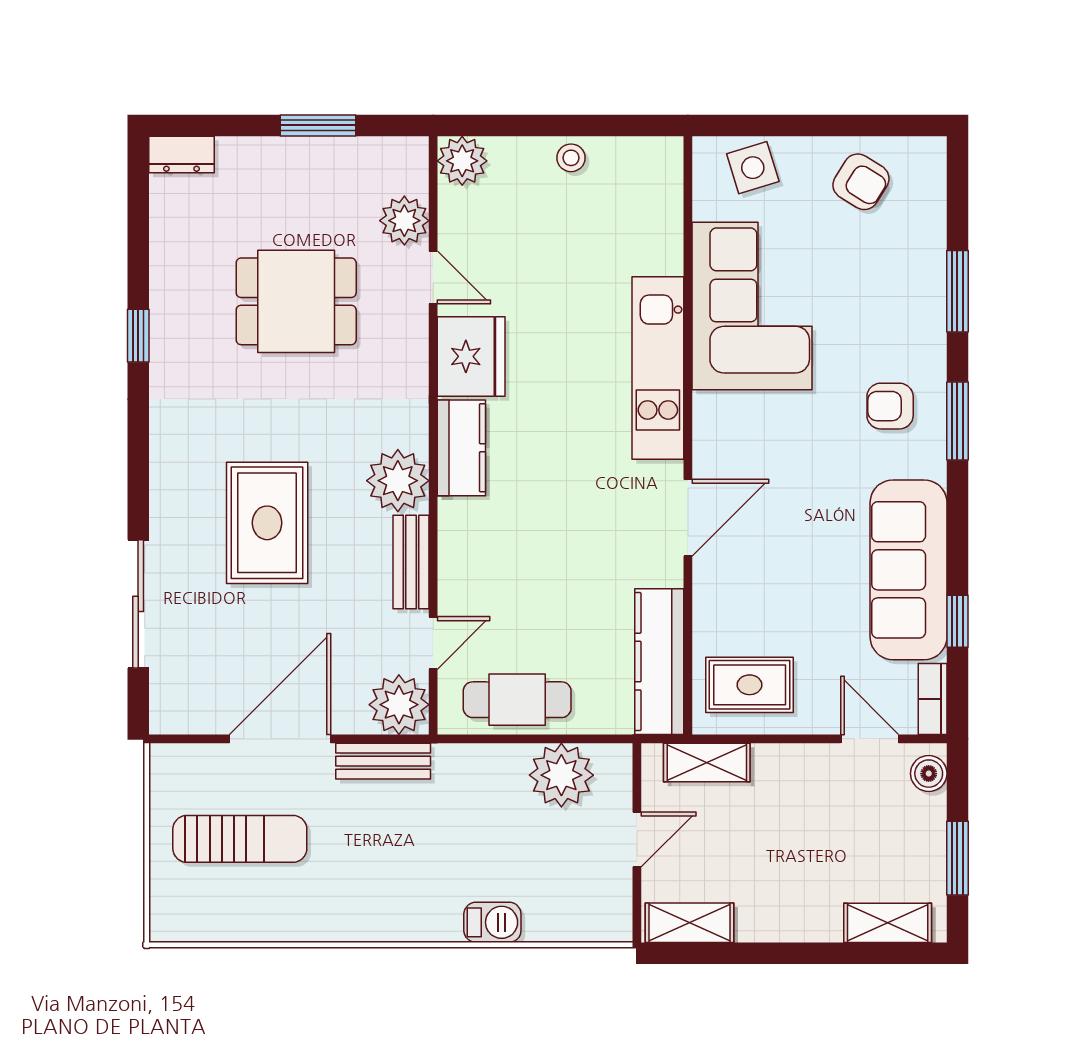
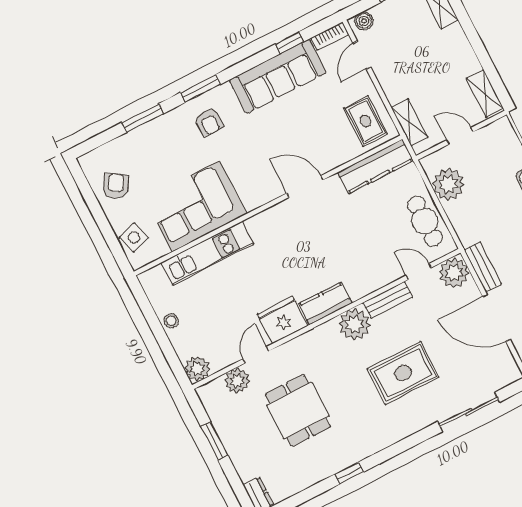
kitchen unit: (658, 368) -> (207, 253), moved

